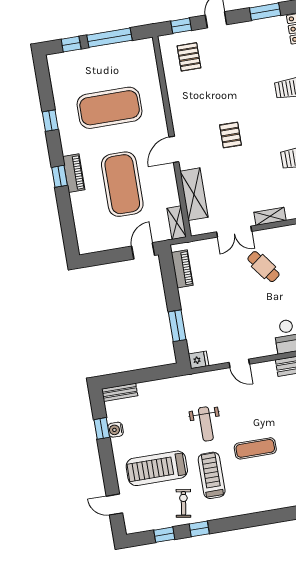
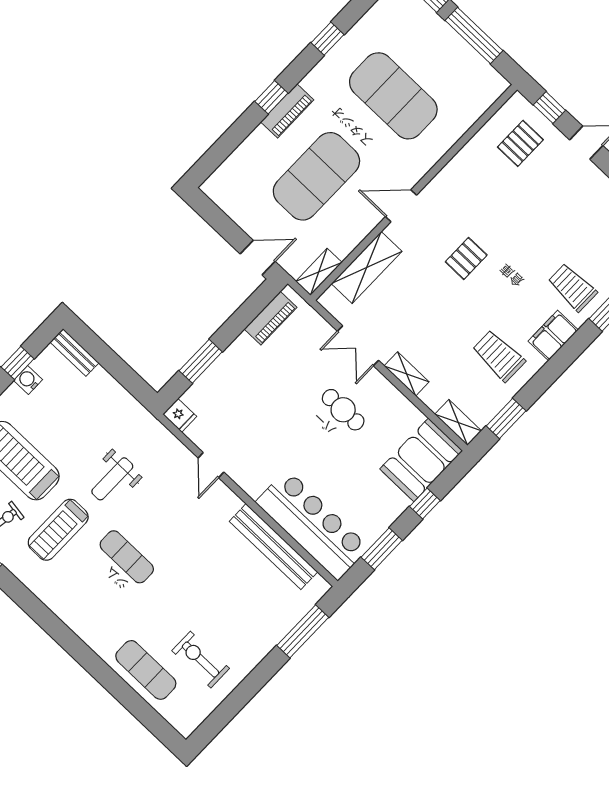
cafe table: (263, 267) -> (343, 410), turned -53
treadmill: (212, 475) -> (58, 530), turned 180

